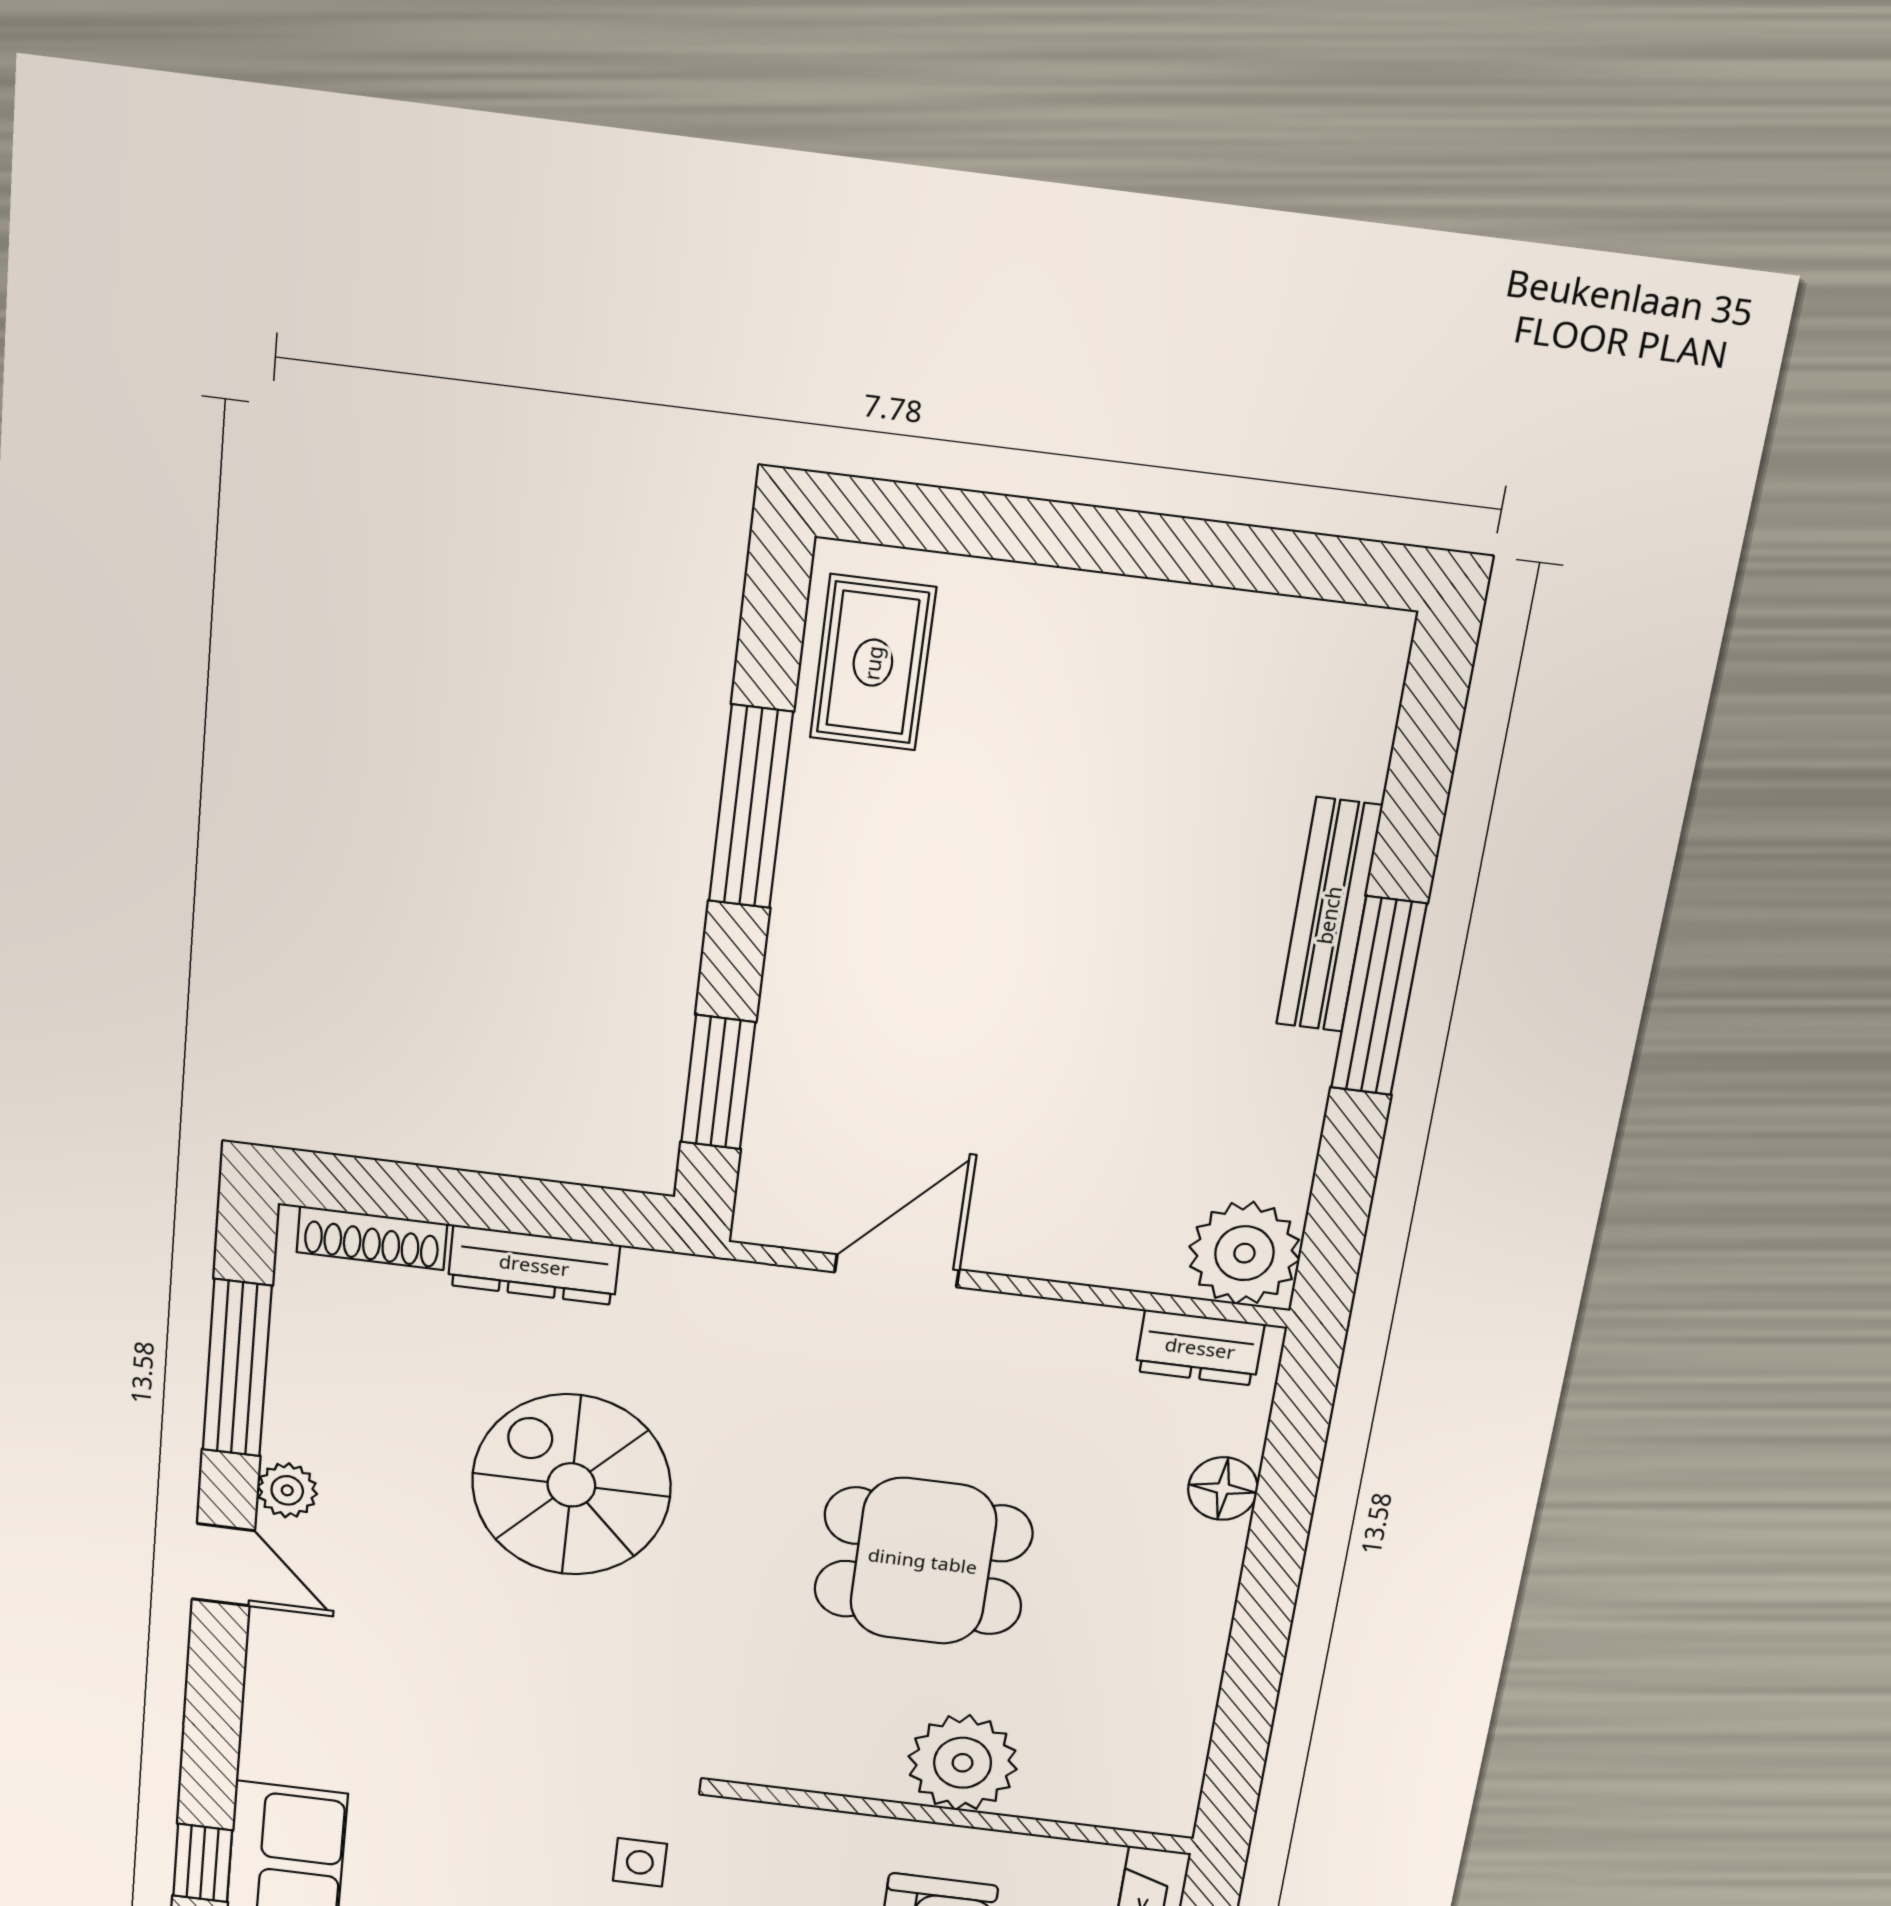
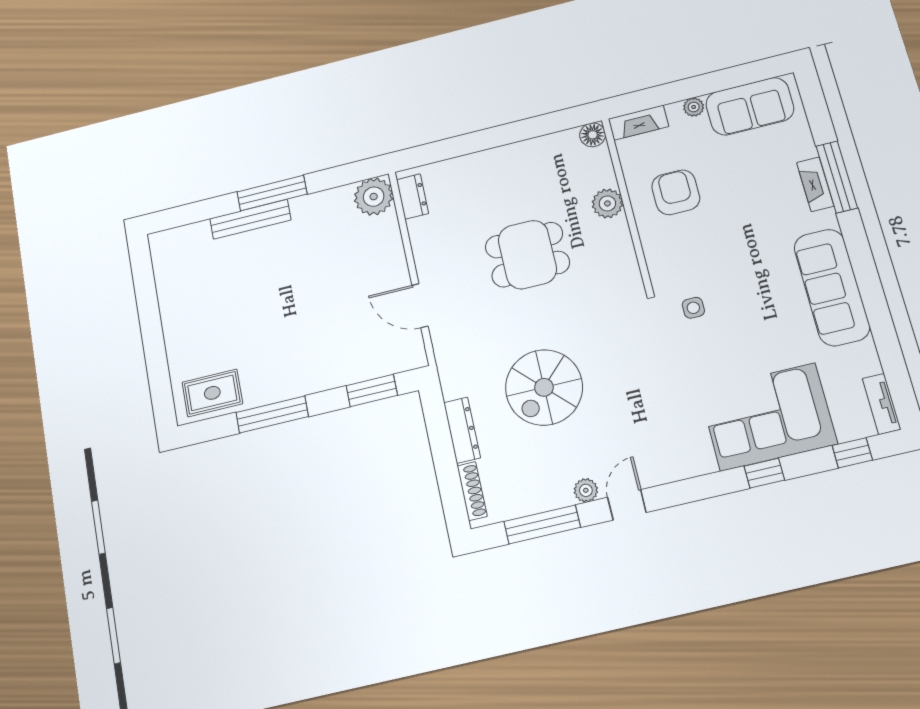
floor lamp: (1223, 1489) -> (593, 135), moved
dining table: (923, 1561) -> (527, 255), turned 90
plant: (963, 1763) -> (607, 203), width x0.73, depth x0.73

